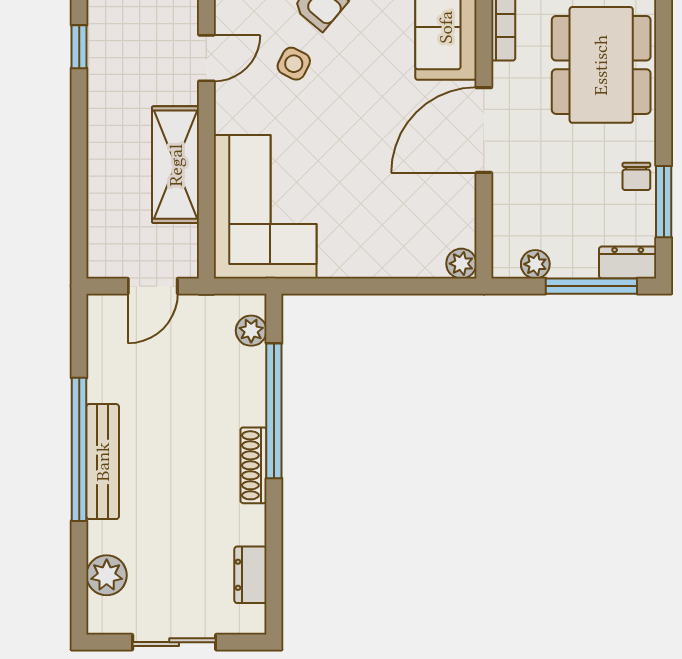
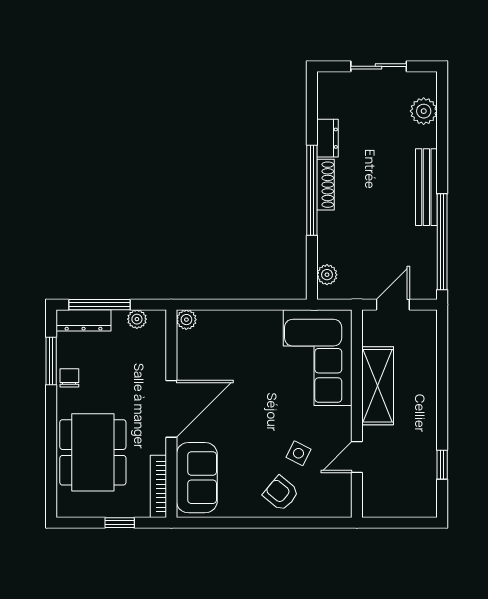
dresser: (628, 262) -> (84, 320), width x1.44
window: (274, 411) -> (312, 190), moved
window: (79, 449) -> (442, 242), moved
dresser: (250, 575) -> (327, 138), moved

